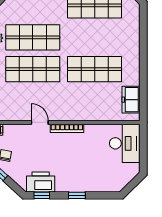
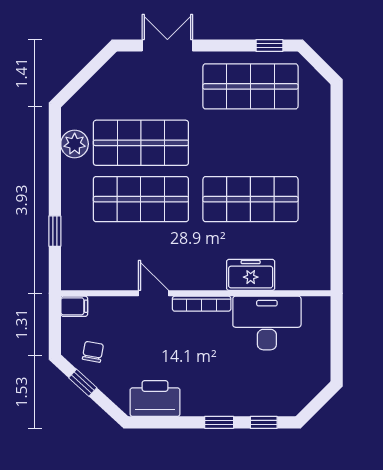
freezer: (131, 100) -> (251, 275), moved, turned 90
desk: (125, 143) -> (267, 323), moved, turned -90
window: (42, 195) -> (264, 422), moved

